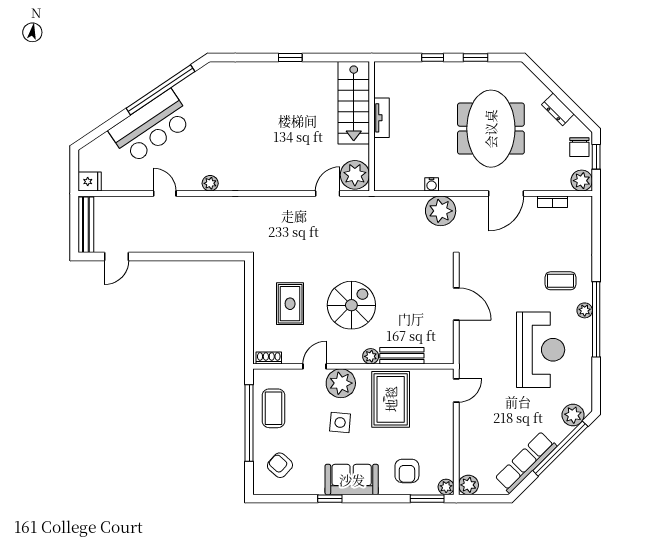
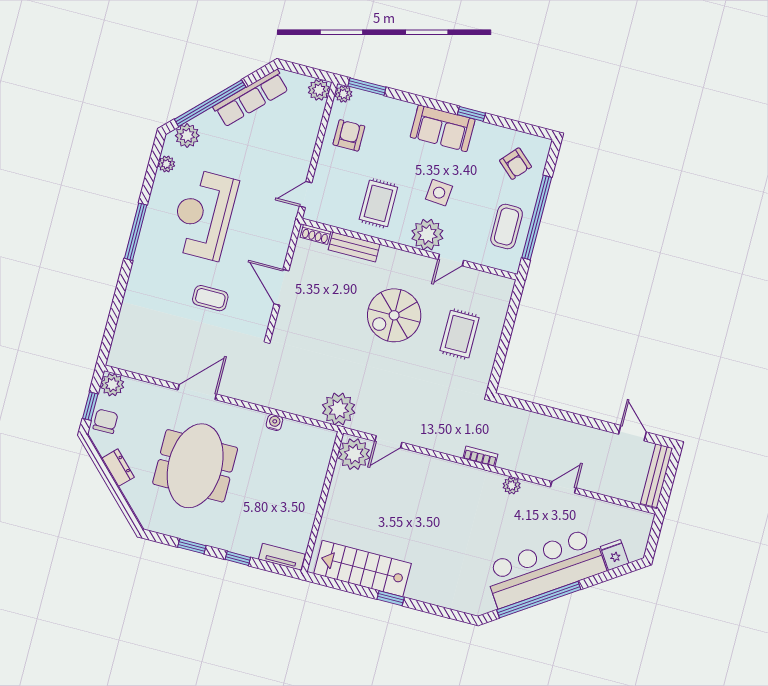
stairs: (354, 103) -> (363, 569), moved, turned -90
tv unit: (382, 118) -> (282, 557), moved, turned 90
bar counter: (151, 127) -> (545, 568), width x1.36
fridge: (90, 182) -> (615, 555), moved, turned 56
door: (165, 193) -> (563, 487), swing flipped
bookcase: (553, 202) -> (480, 456), moved
plant: (441, 211) -> (339, 409), moved
door: (117, 257) -> (632, 433), hinge flipped
coffee table: (560, 281) -> (210, 298), moved
plant: (585, 310) -> (166, 164), moved
window: (596, 319) -> (136, 232), width x0.68
plant: (371, 356) -> (388, 255), removed
shoe rack: (269, 358) -> (315, 234), moved
rug: (391, 399) -> (378, 203), width x0.73, depth x0.70
armchair: (407, 471) -> (349, 135), moved

